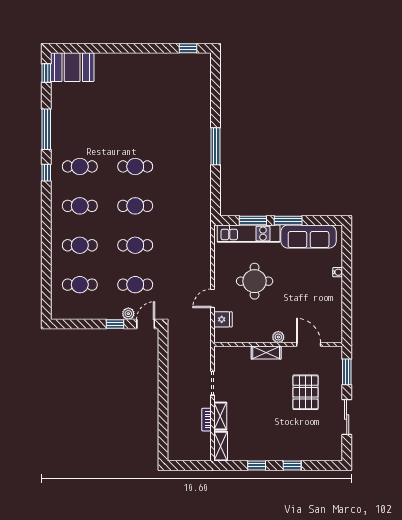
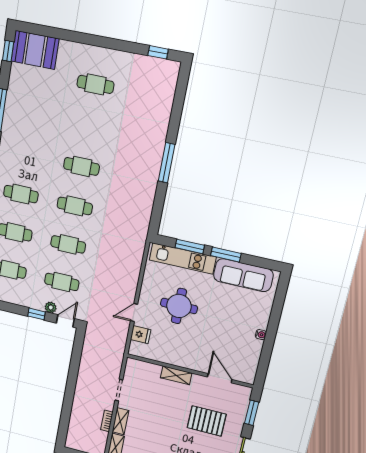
cafe table: (80, 166) -> (95, 84), moved
water cooler: (338, 272) -> (261, 335), moved
plant: (278, 337) -> (191, 364), removed
pallet: (305, 392) -> (207, 421), turned 90

